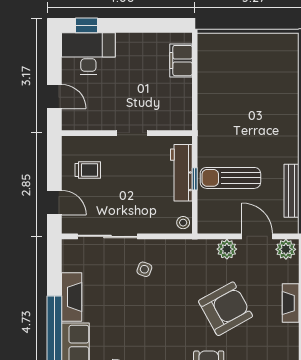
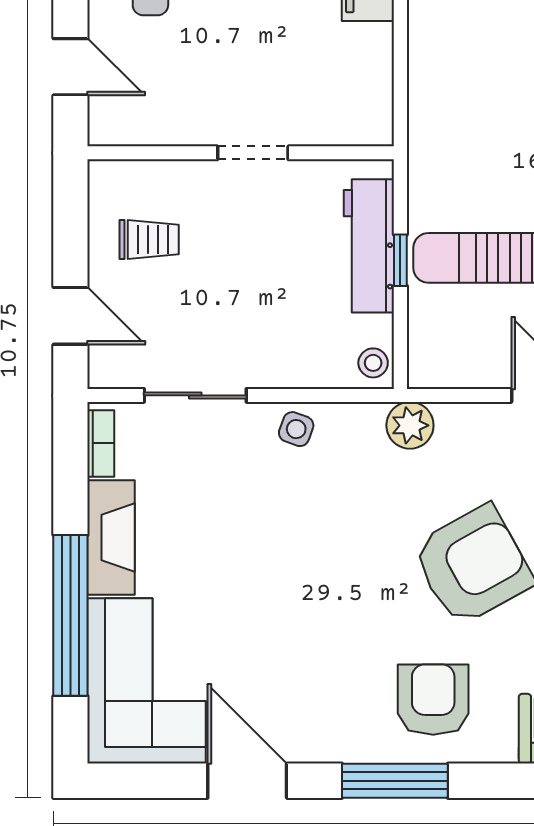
sliding door: (107, 236) -> (195, 395), width x0.73
plant: (227, 249) -> (410, 425), moved
bookcase: (67, 257) -> (101, 443), added
side table: (144, 269) -> (296, 429), moved

